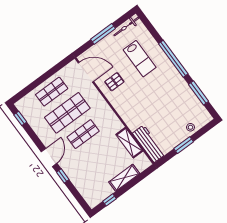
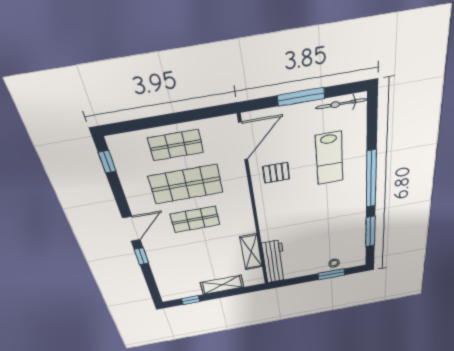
door: (86, 72) -> (243, 141), hinge flipped
window: (184, 145) -> (331, 274), moved

